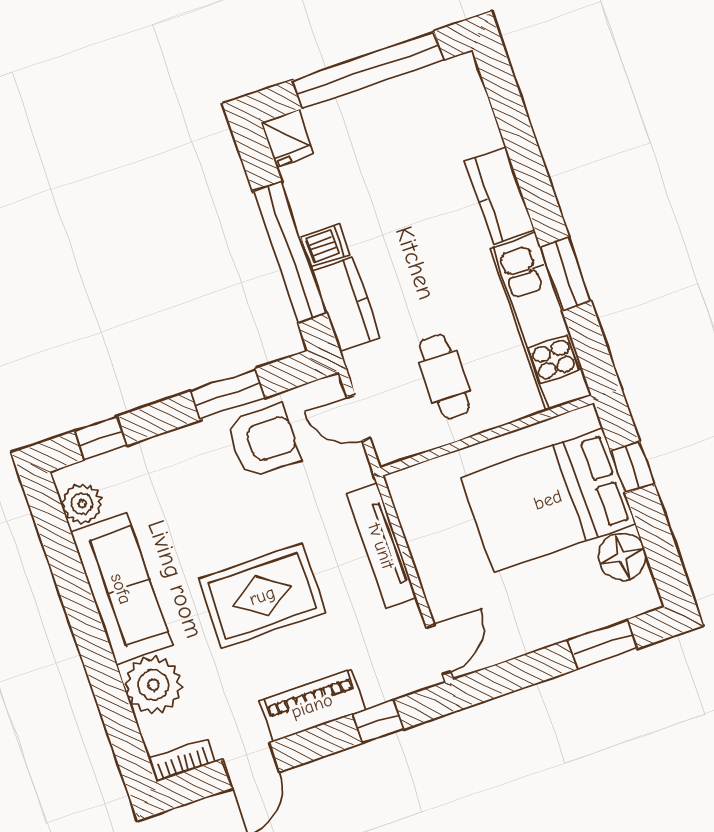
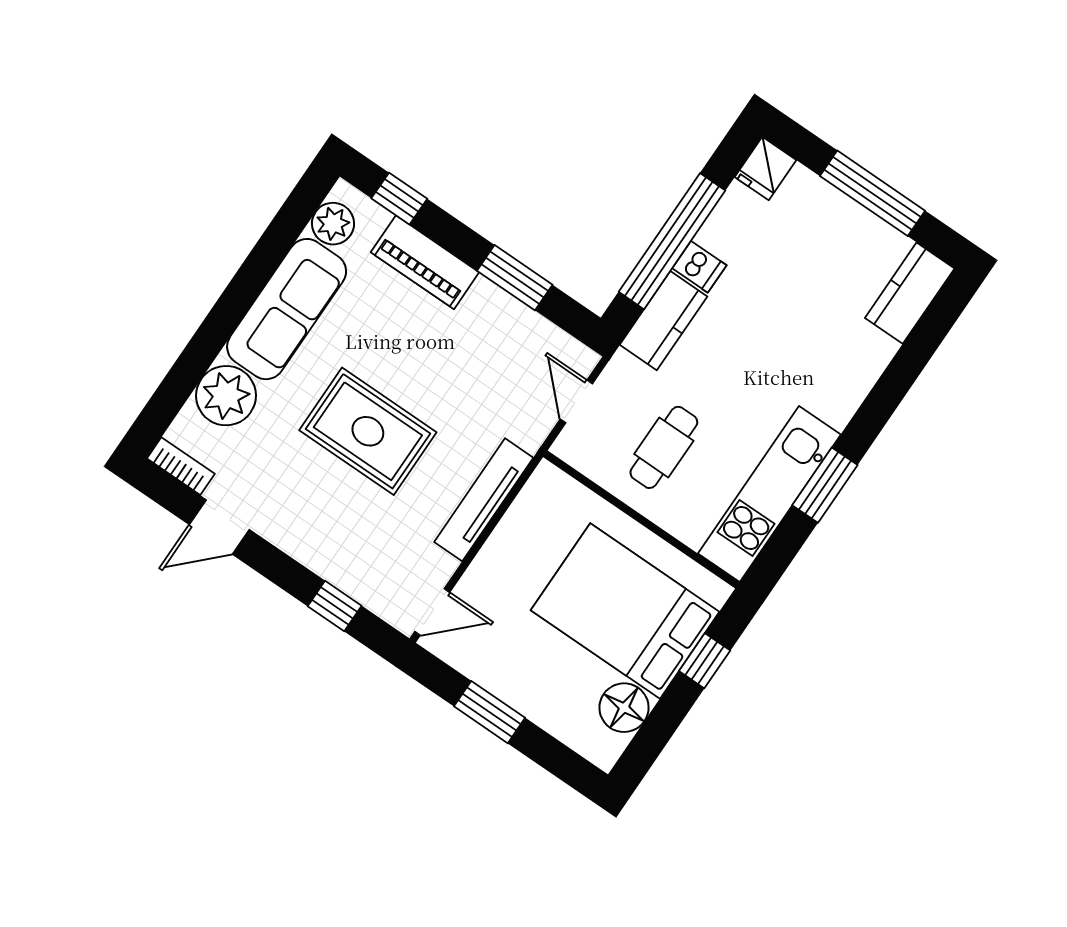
window: (368, 70) -> (873, 193), width x0.68
kitchen counter: (500, 195) -> (910, 293), moved
armchair: (263, 441) -> (498, 336), removed
window: (603, 644) -> (489, 712), moved
piano: (312, 706) -> (425, 262), moved, turned 180

